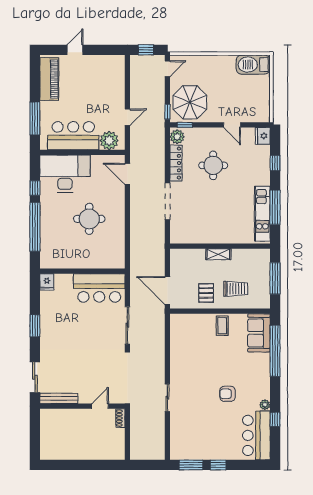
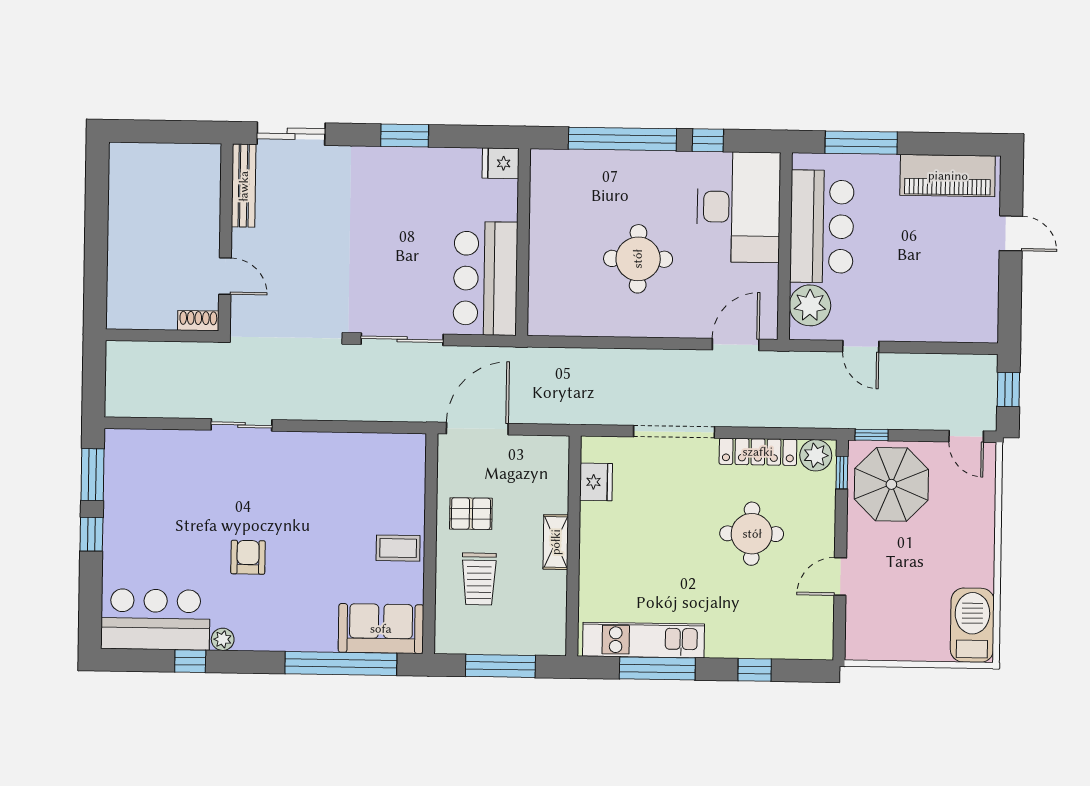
fridge: (263, 136) -> (596, 482), moved, turned 90

